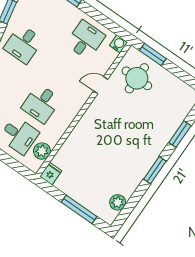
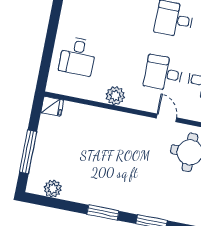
desk: (41, 104) -> (163, 73), moved
plant: (42, 151) -> (115, 96), moved

